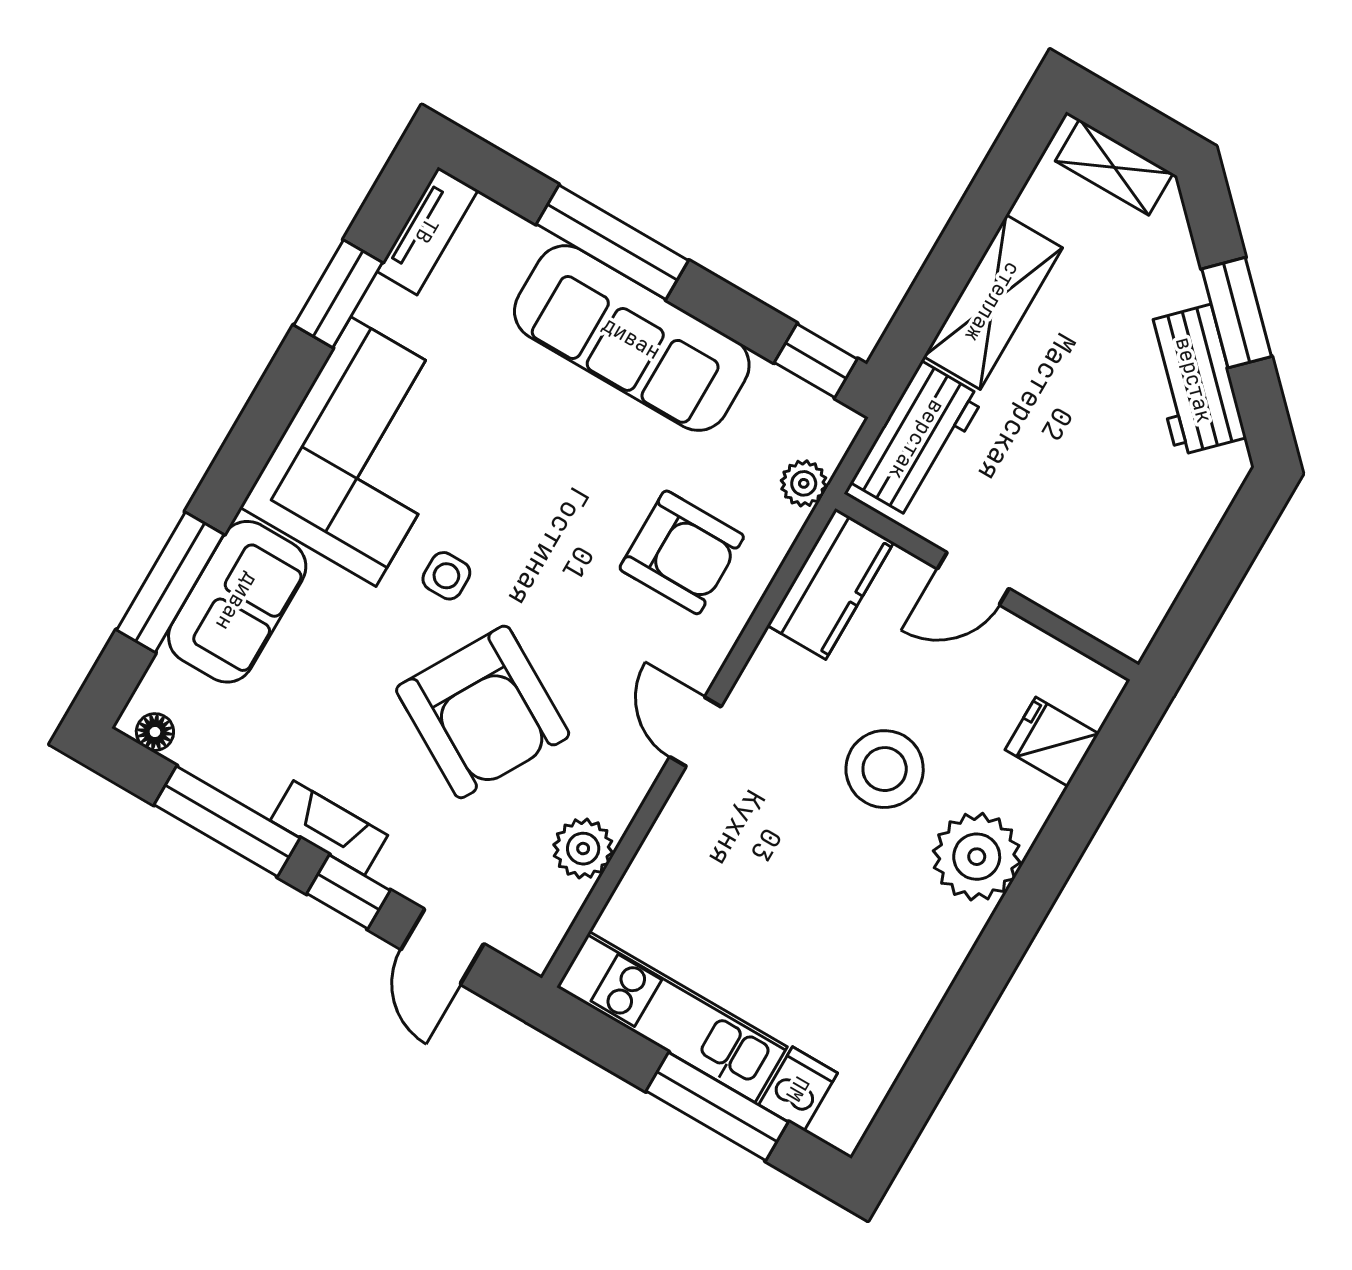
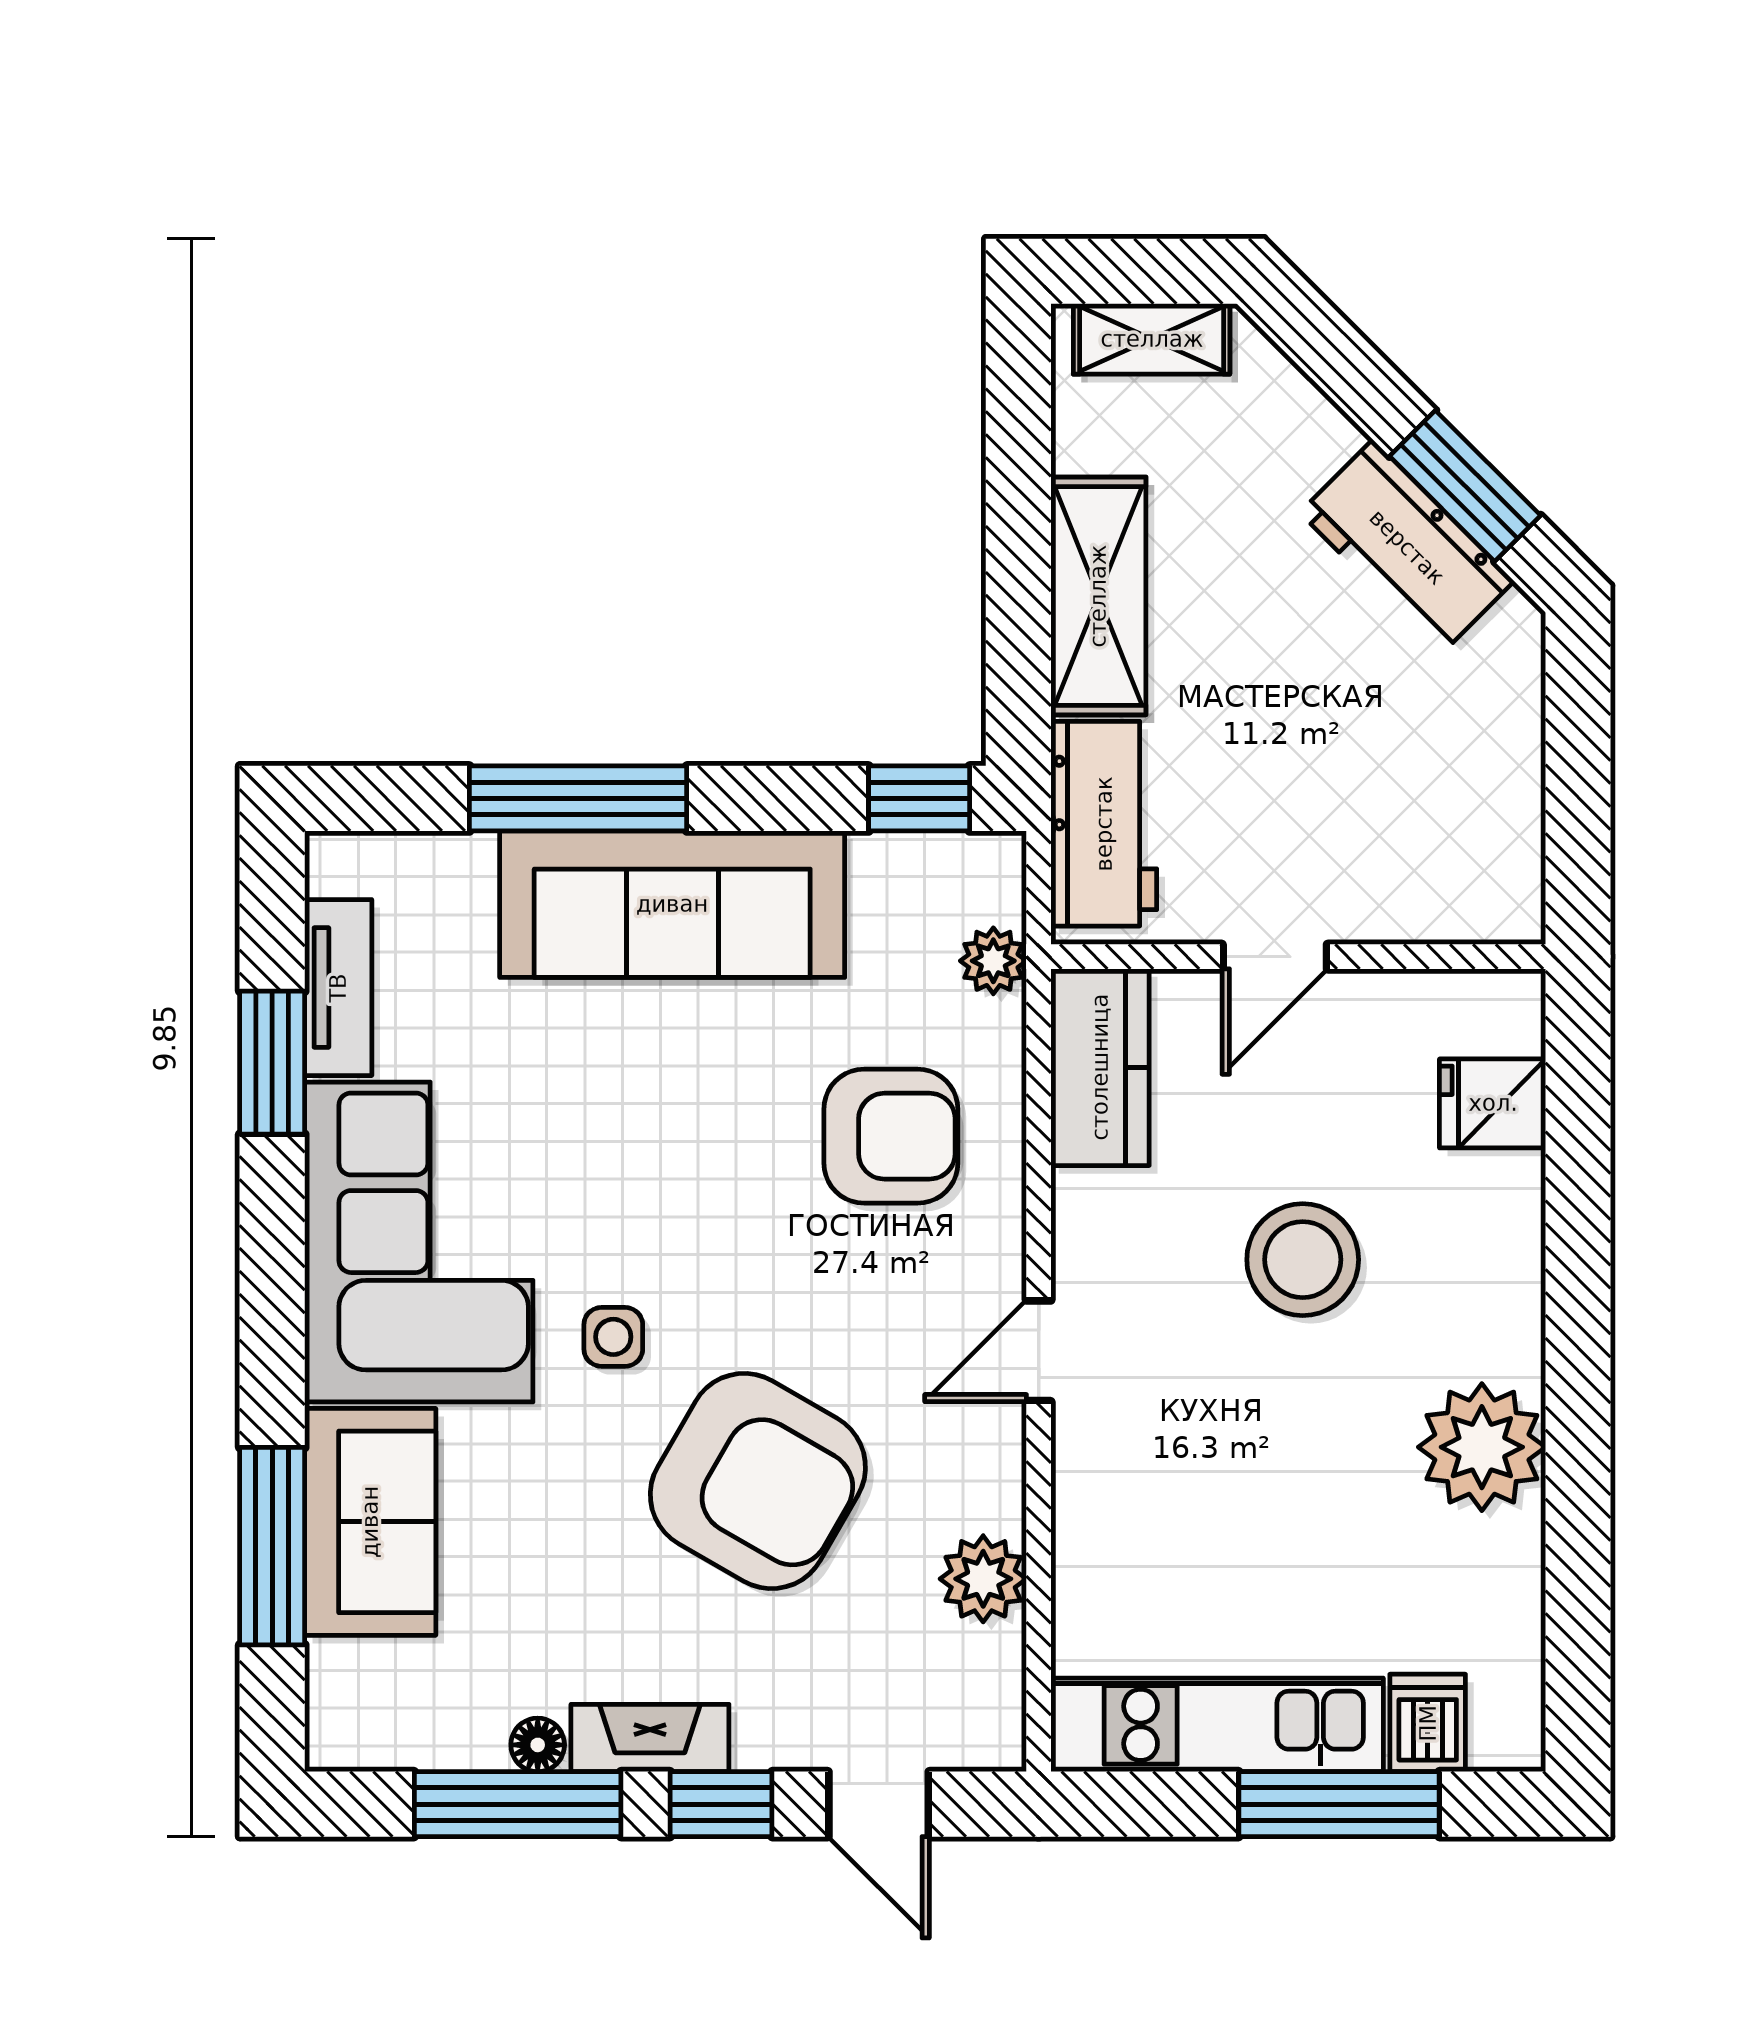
tv unit: (427, 231) -> (338, 988), moved
window: (1237, 313) -> (1465, 486), moved
floor lamp: (155, 732) -> (538, 1745), moved
door: (695, 732) -> (1039, 1351), hinge flipped
plant: (977, 857) -> (1482, 1447), moved

